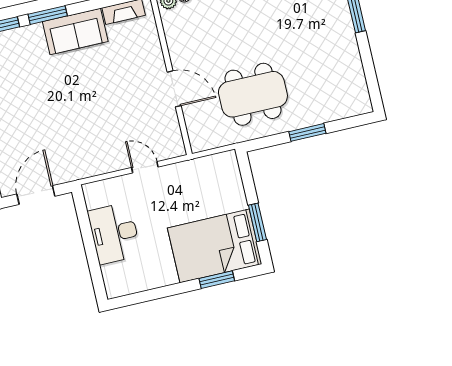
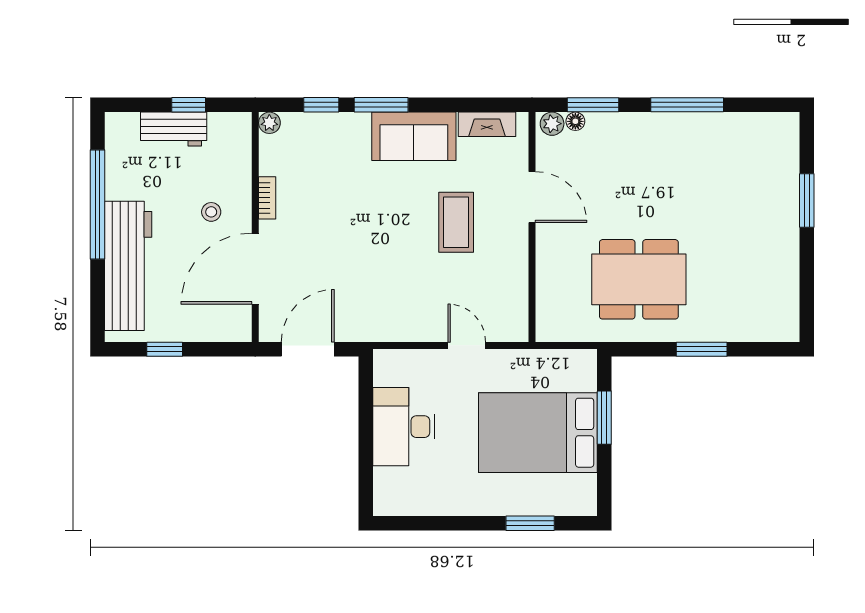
coffee table: (118, 84) -> (456, 222), added
door: (174, 89) -> (532, 197), moved
window: (257, 222) -> (604, 418), moved
bed: (215, 246) -> (538, 433), moved

